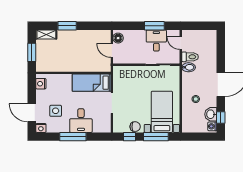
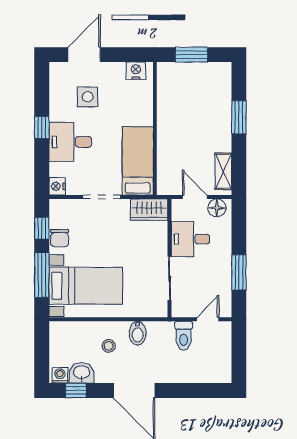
shelving: (46, 34) -> (223, 171), moved
desk: (156, 41) -> (190, 239), moved, turned 180
door: (112, 50) -> (195, 197), hinge flipped
bidet: (189, 67) -> (138, 333), moved
wardrobe: (119, 76) -> (149, 210), added
nightstand: (41, 128) -> (57, 186), moved
window: (73, 137) -> (42, 127), width x0.46

